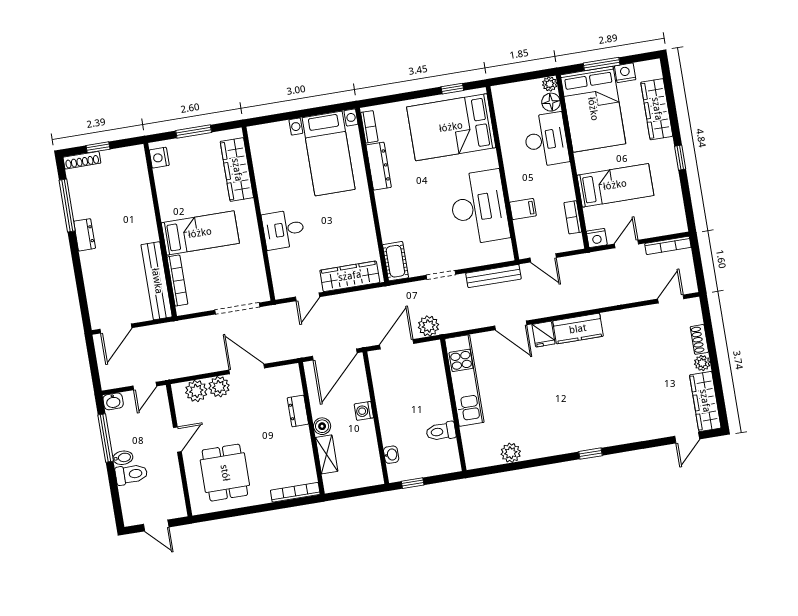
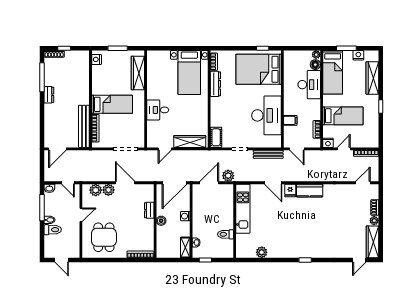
bed: (593, 109) -> (333, 72), width x0.67
door: (145, 386) -> (68, 183), hinge flipped
shelving: (327, 454) -> (185, 248), moved

